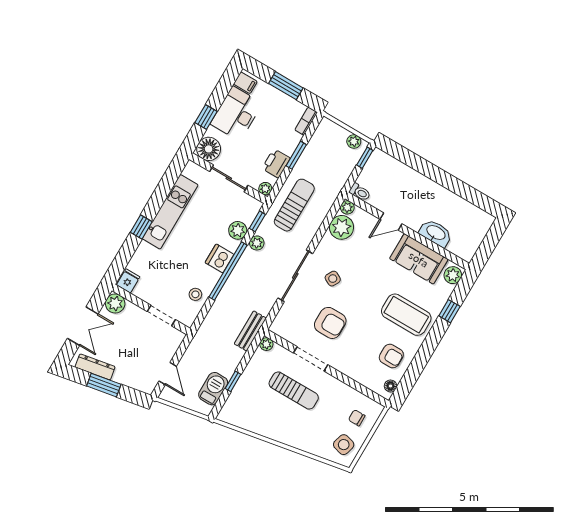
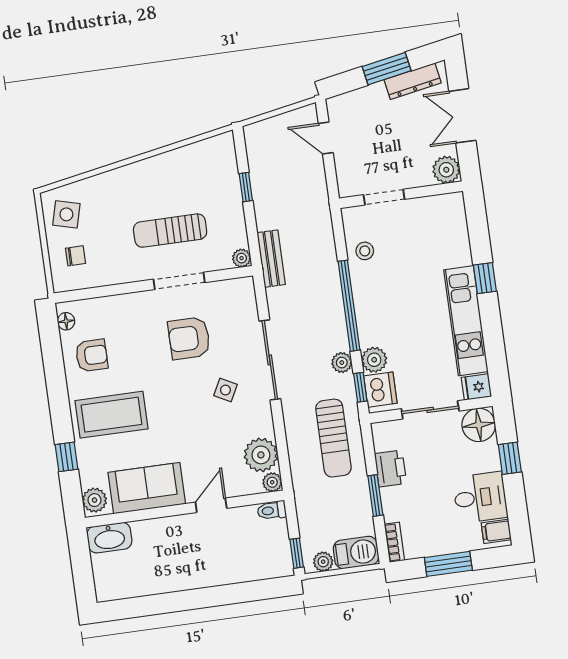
desk: (236, 114) -> (480, 497), width x0.73
plant: (265, 189) -> (380, 431), removed
washbasin: (436, 233) -> (109, 538), moved
dishwasher: (220, 258) -> (380, 390), moved
fridge: (128, 281) -> (476, 387), moved, turned 90
armchair: (391, 356) -> (92, 355), turned 180
barbecue: (213, 389) -> (356, 552), moved, turned -90

